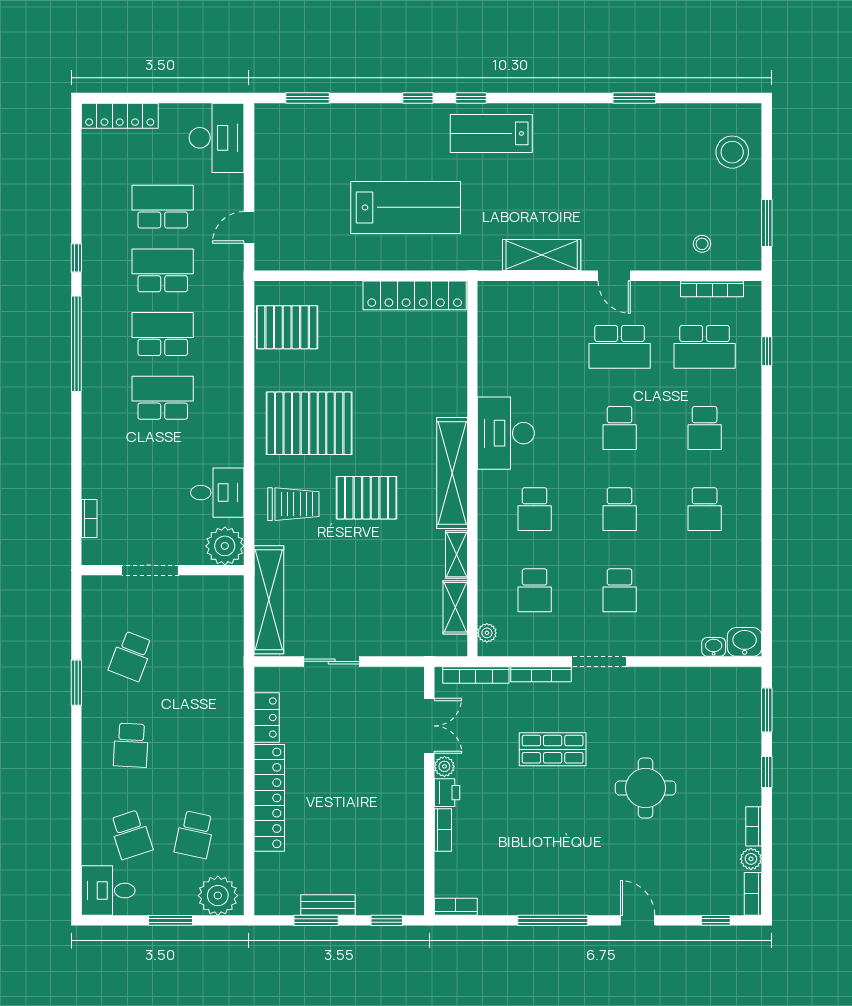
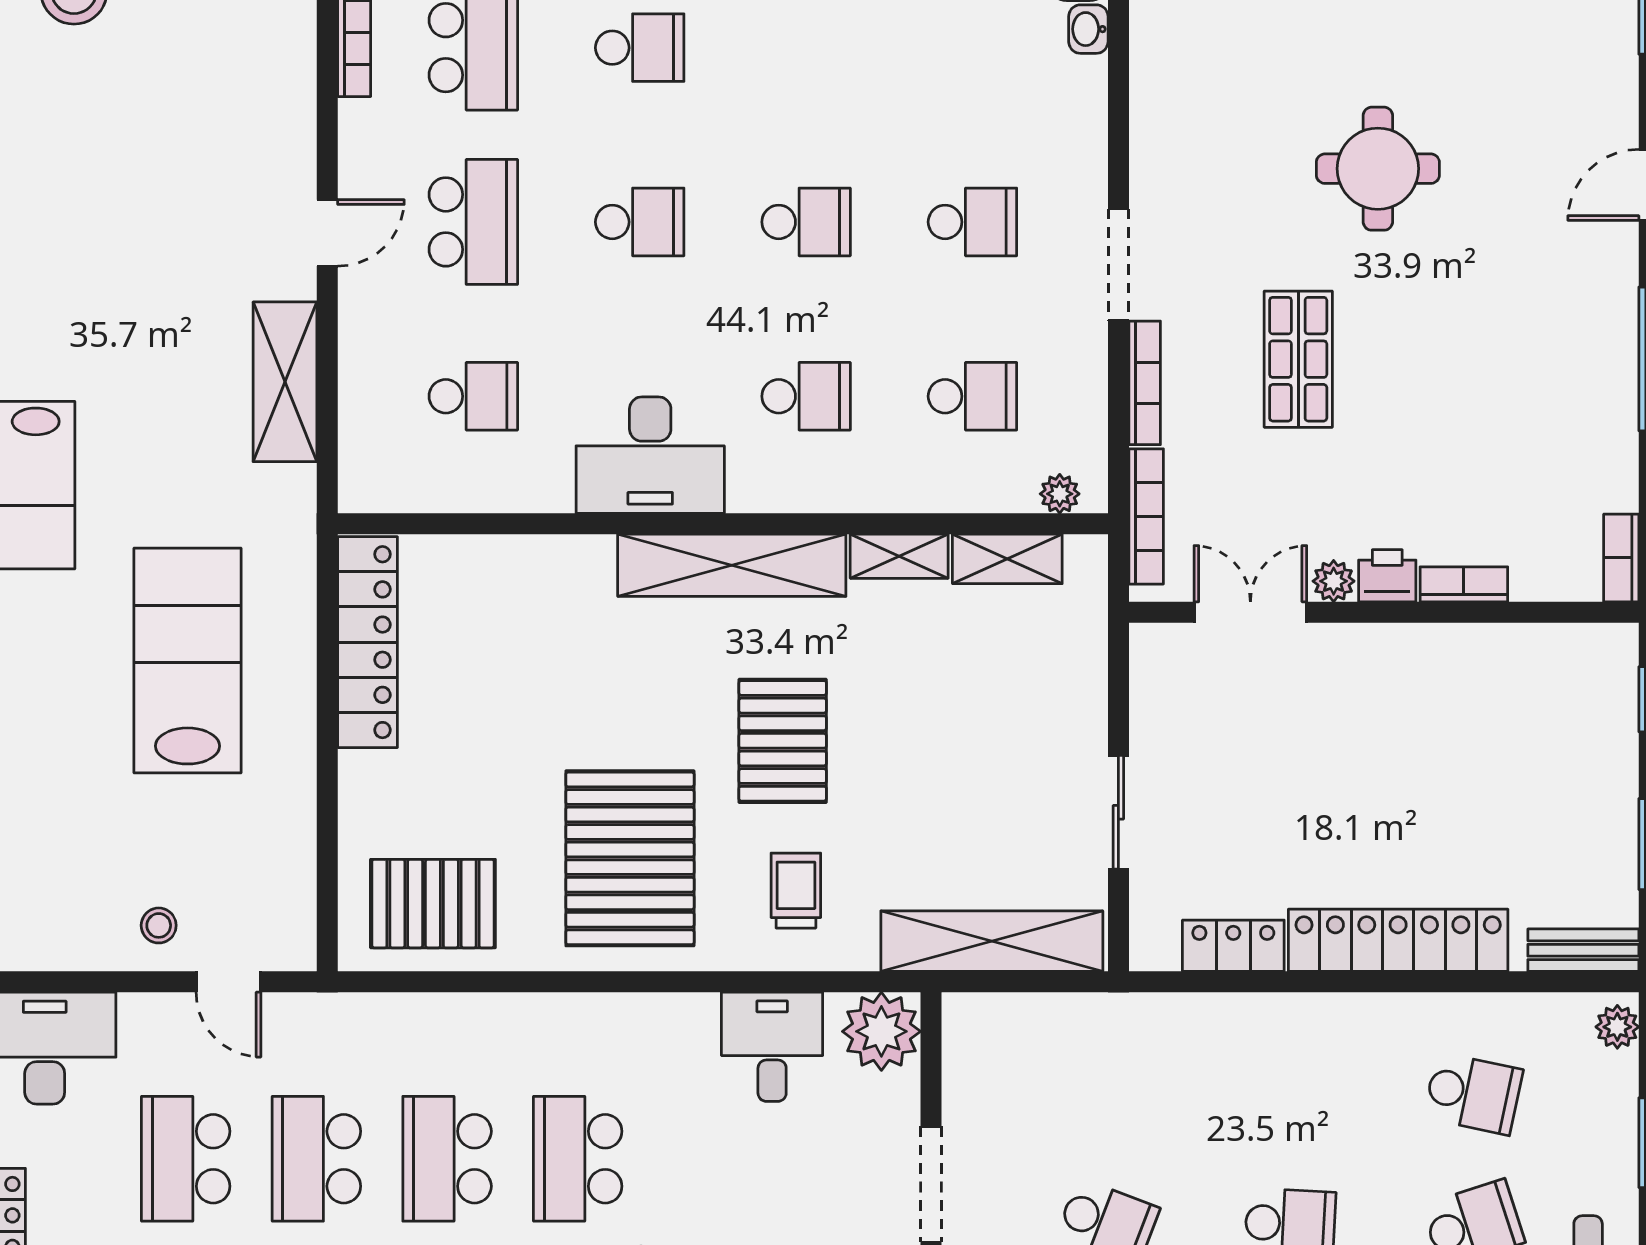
stool: (702, 244) -> (159, 925), moved
pallet: (287, 327) -> (433, 904), turned 90
trolley: (293, 504) -> (796, 891), width x0.73, depth x0.72
school desk: (705, 509) -> (473, 396), moved
plant: (218, 896) -> (1617, 1027), width x0.53, depth x0.53
bench: (328, 905) -> (1583, 950), moved, turned 90

